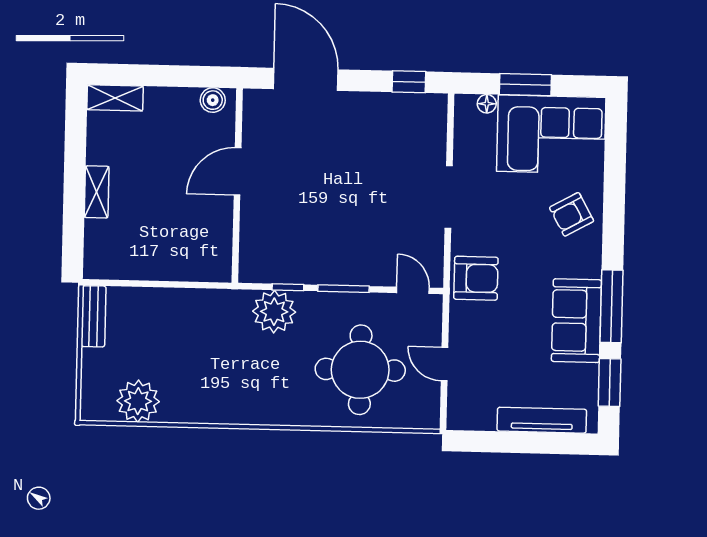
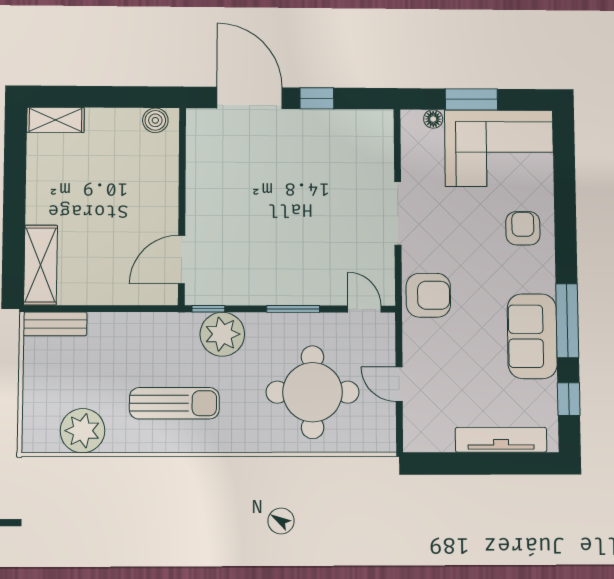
window: (409, 82) -> (317, 98), moved
door: (238, 171) -> (182, 260), moved
shelving: (97, 192) -> (41, 265), moved, width x1.50, depth x1.33
armchair: (572, 214) -> (523, 228), turned 119
window: (288, 287) -> (208, 309), moved
bench: (94, 316) -> (55, 324), moved, turned 90
sun lounger: (227, 377) -> (174, 403), added
window: (610, 383) -> (569, 399), width x0.67

